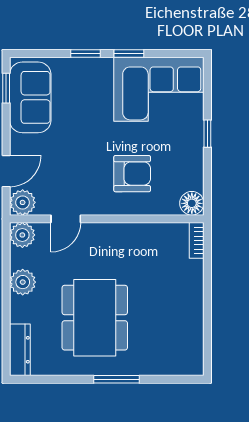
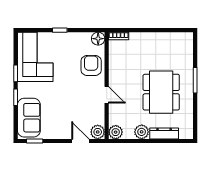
sofa: (30, 97) -> (29, 118), moved, turned 90
armchair: (132, 174) -> (91, 65), moved
door: (66, 219) -> (107, 95), moved
dining table: (95, 318) -> (161, 92), turned 90
dresser: (20, 350) -> (164, 133), moved

